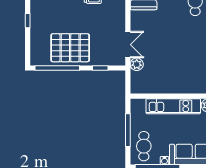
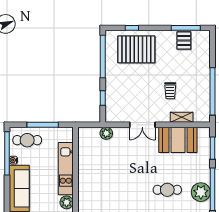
window: (28, 21) -> (132, 28), moved
double door: (128, 45) -> (142, 125), moved
pallet: (70, 48) -> (136, 49), moved, turned 90

